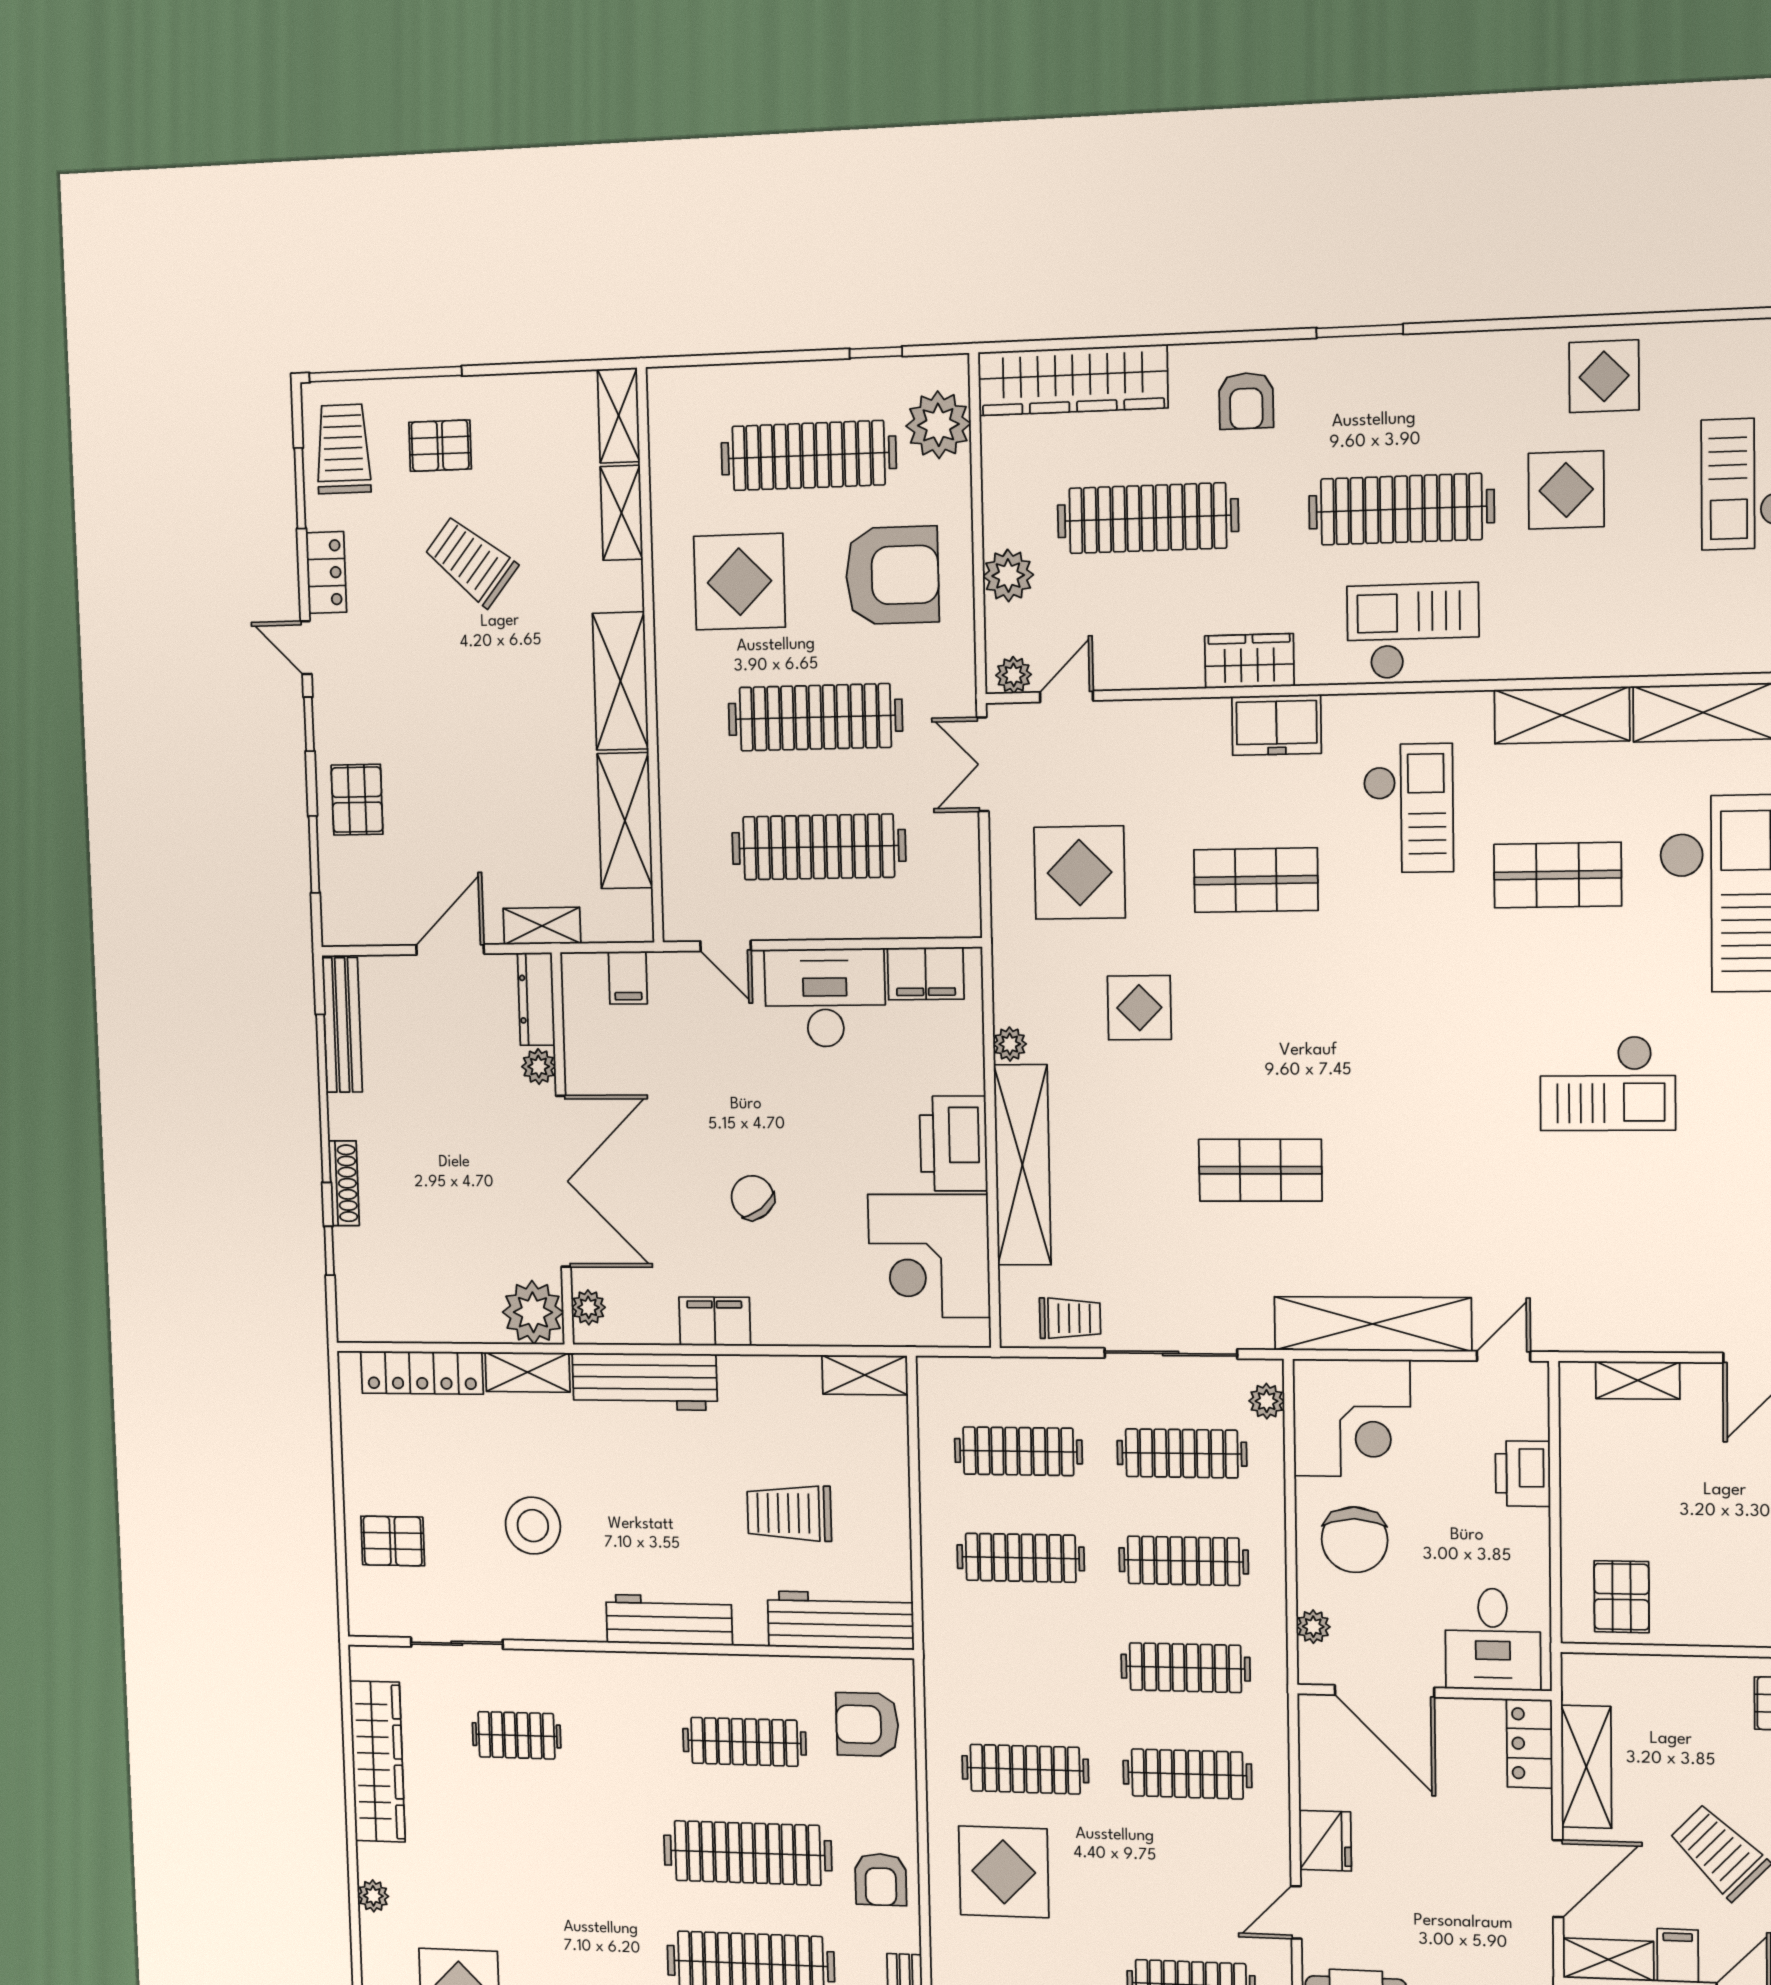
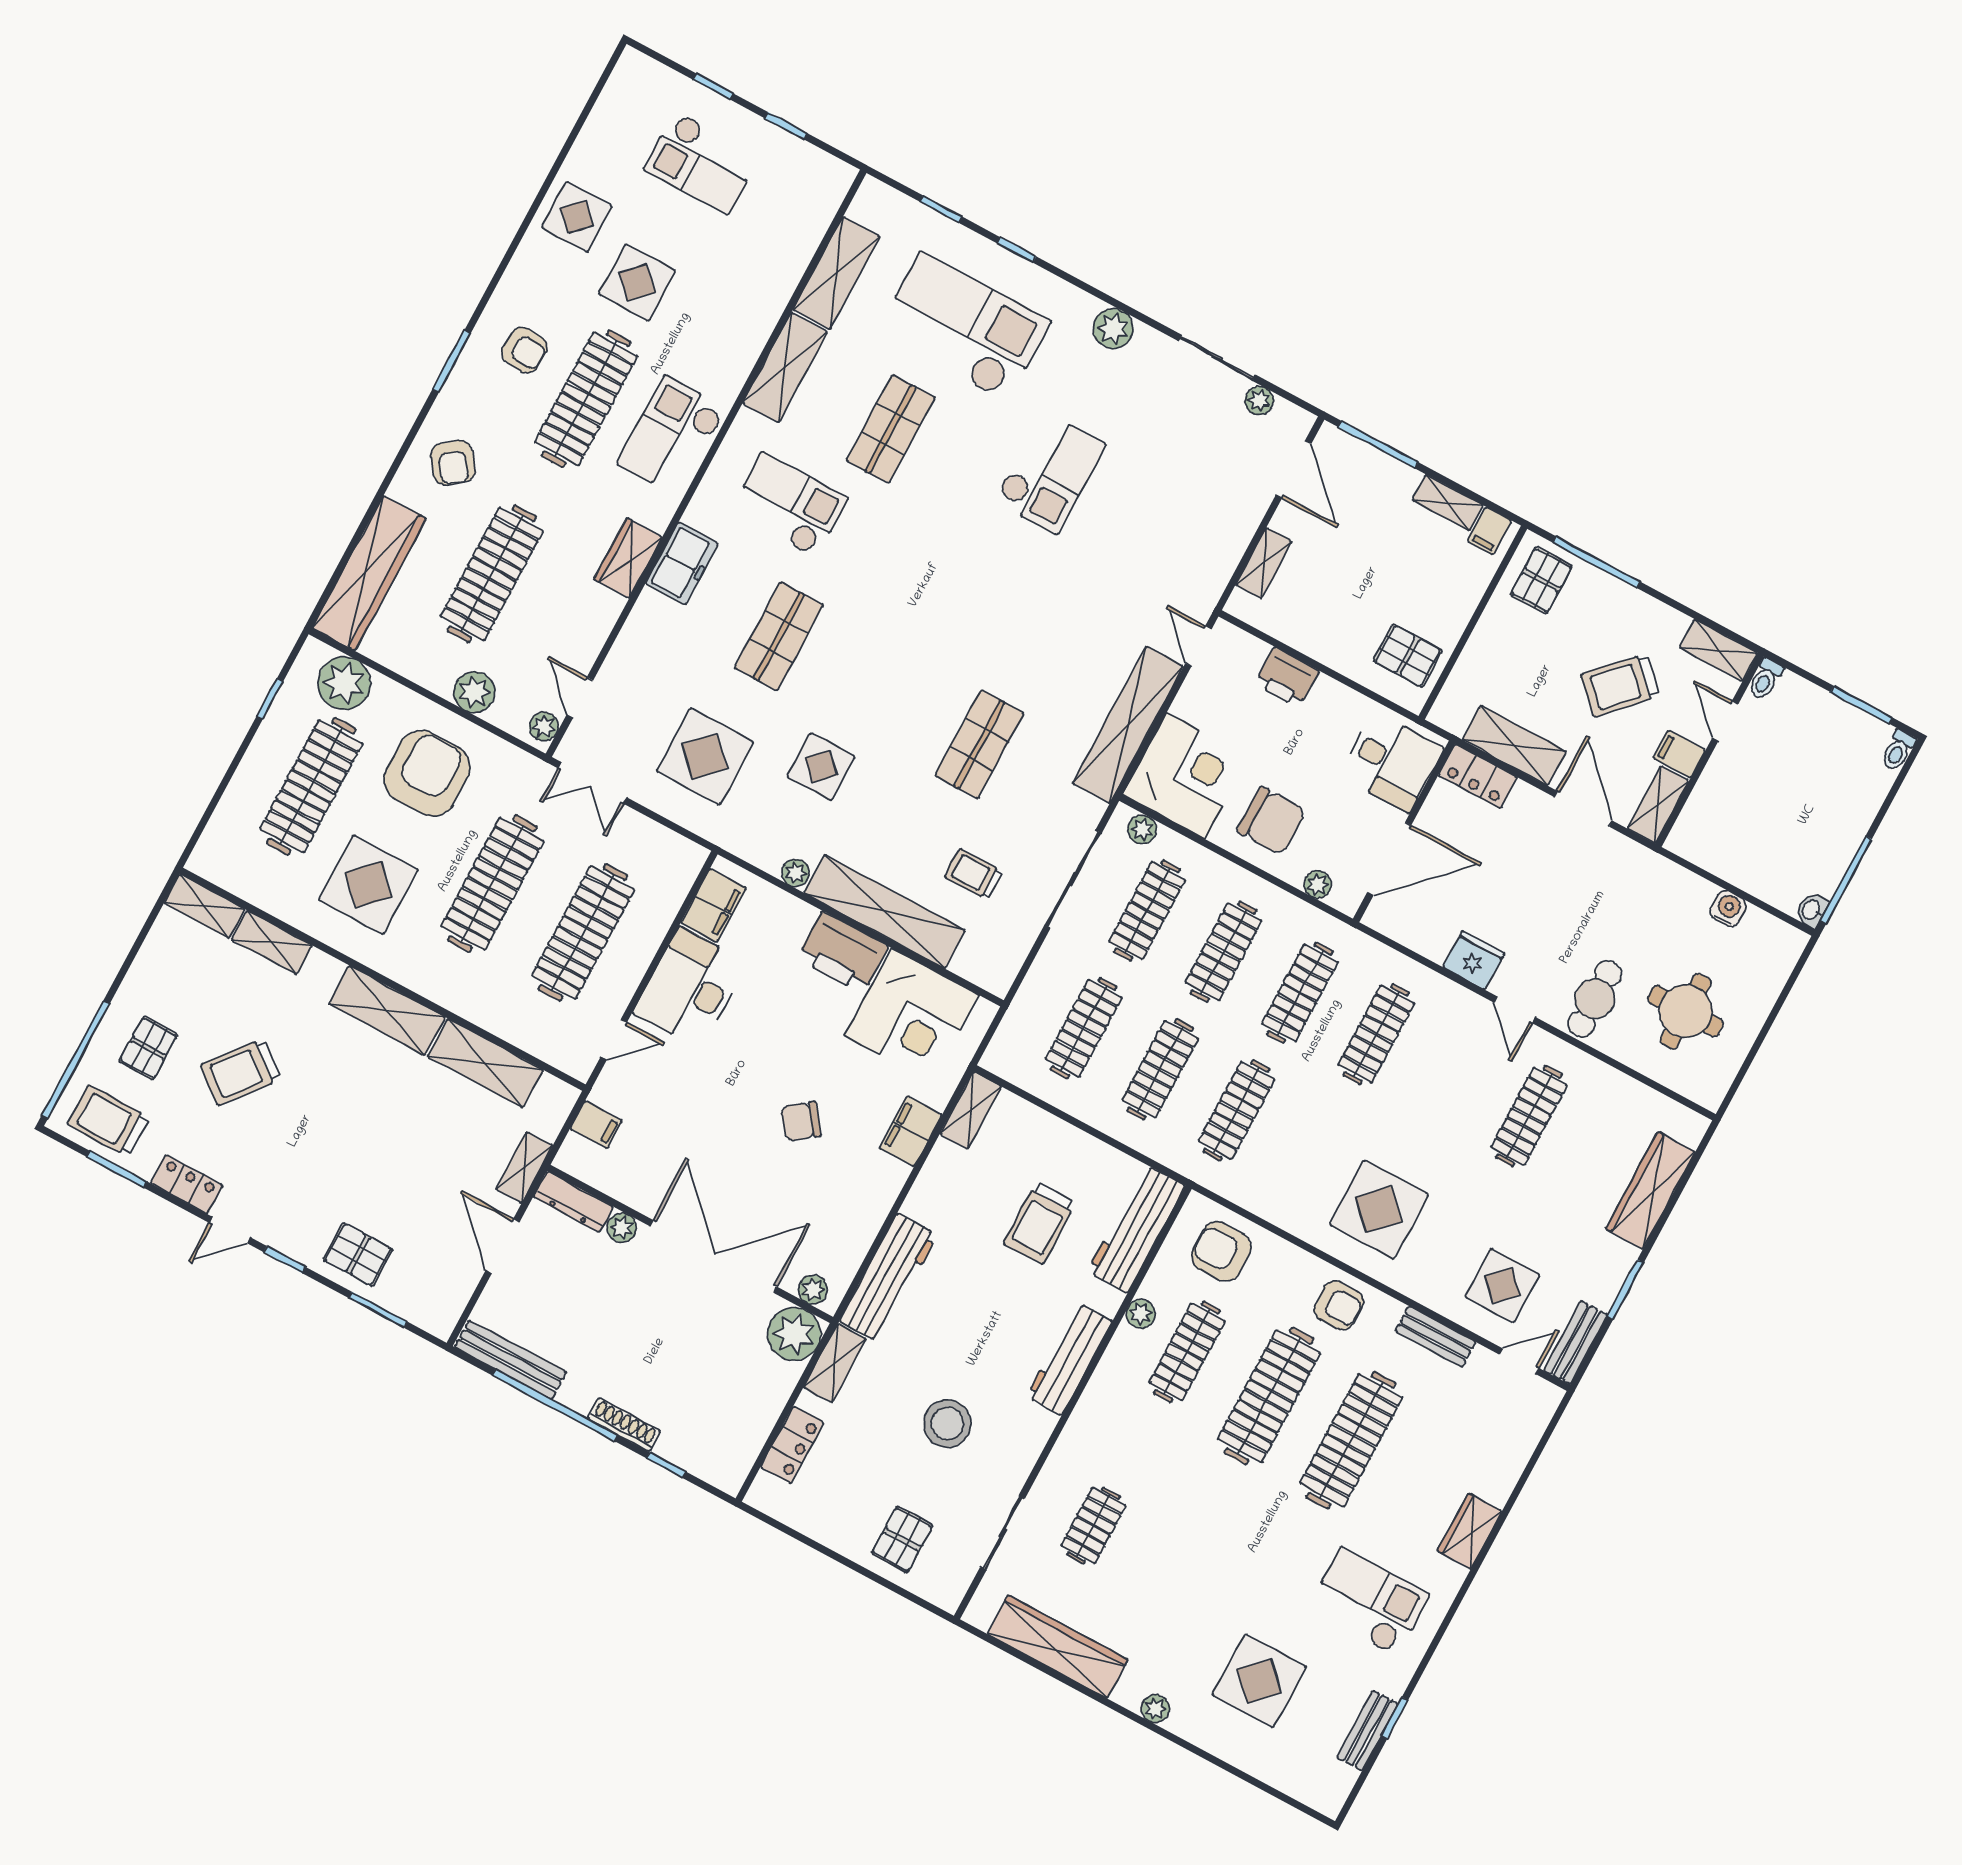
armchair: (1246, 401) -> (453, 463), turned 53
armchair: (1418, 406) -> (524, 350), added
trolley: (1070, 1318) -> (974, 874), moved, turned -90
filing cabinet: (715, 1321) -> (911, 1131), moved
locker: (422, 1373) -> (792, 1445), width x0.66
plant: (756, 1672) -> (1141, 1314), added
armchair: (867, 1724) -> (1221, 1251), turned 90
clothes rail: (1025, 1769) -> (1237, 1110), moved

